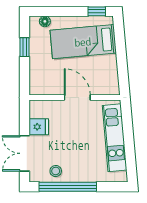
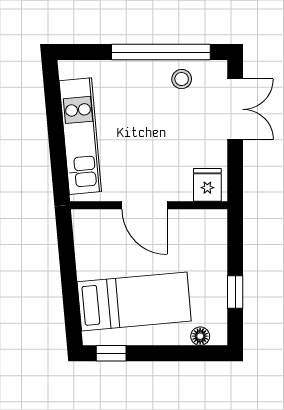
fridge: (39, 127) -> (207, 185), moved, turned 90

